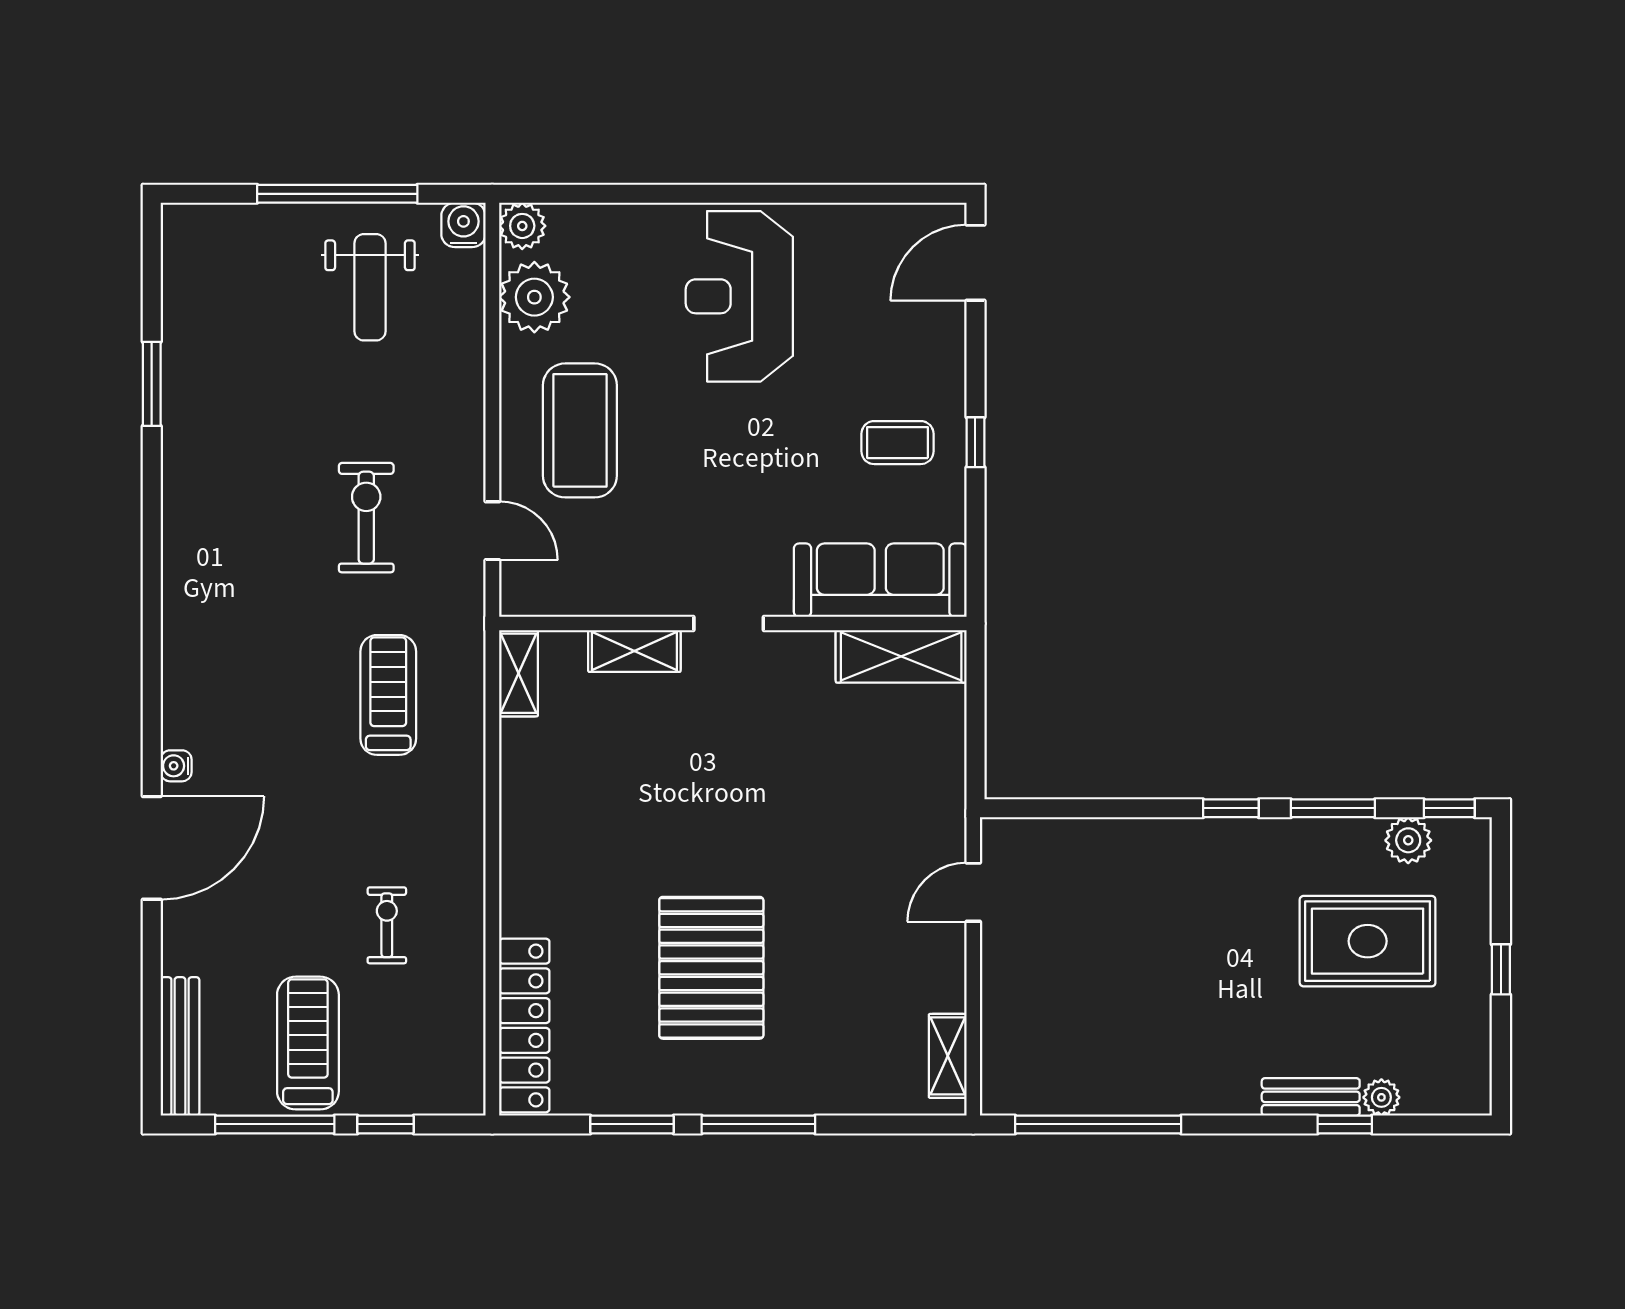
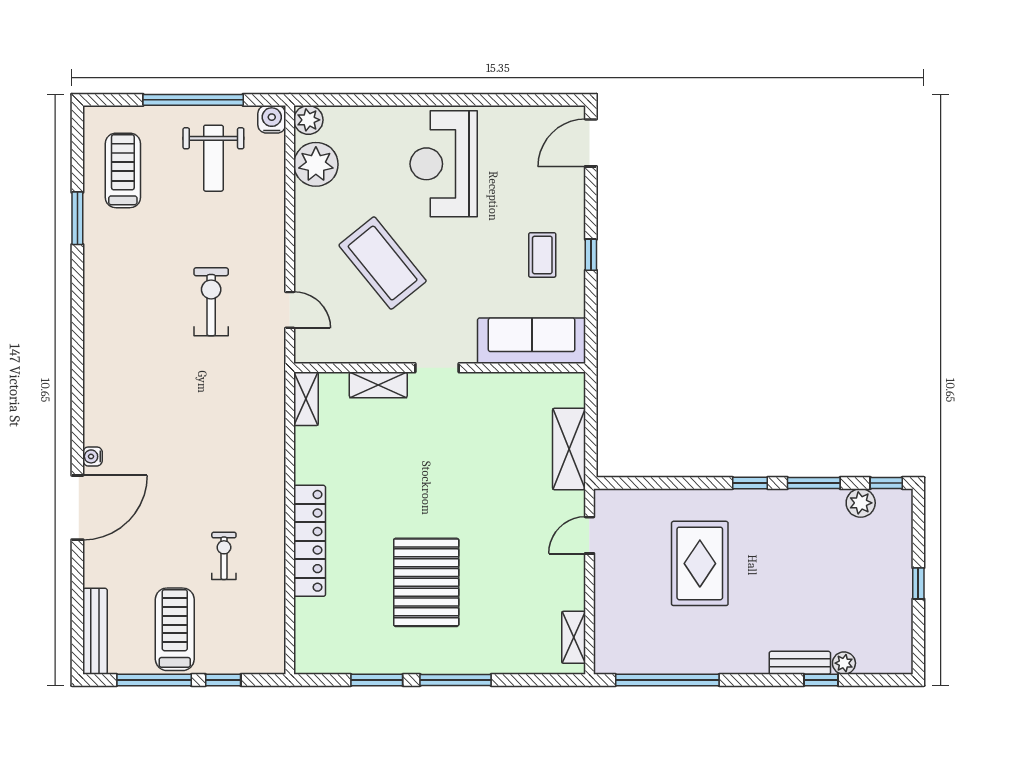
coffee table: (580, 430) -> (383, 263), moved, turned -39
coffee table: (897, 443) -> (542, 255), turned 90
shelving: (901, 656) -> (569, 449), moved, turned 90
treadmill: (388, 695) -> (123, 170), moved
rug: (1368, 941) -> (700, 563), moved, turned 90
locker: (524, 1025) -> (310, 541), moved

